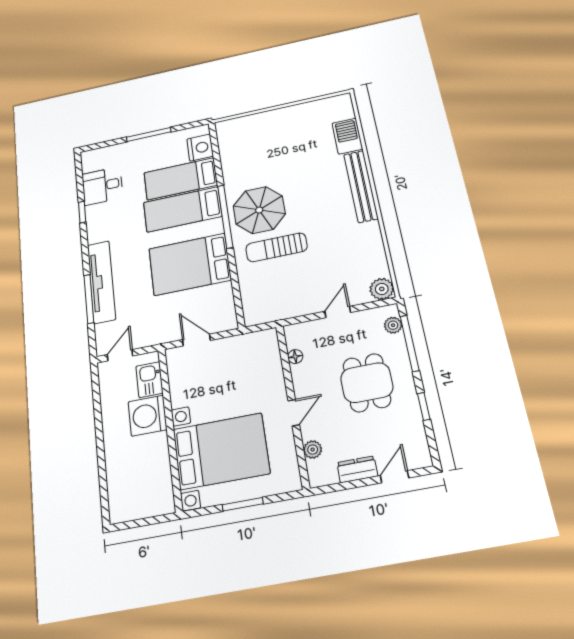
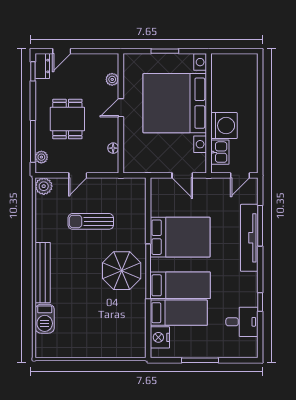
sun lounger: (276, 247) -> (91, 221), moved, turned 180
window: (424, 406) -> (33, 71), moved
bed with nightstands: (221, 451) -> (175, 103), width x1.36
dresser: (357, 469) -> (42, 66), moved, turned -90

